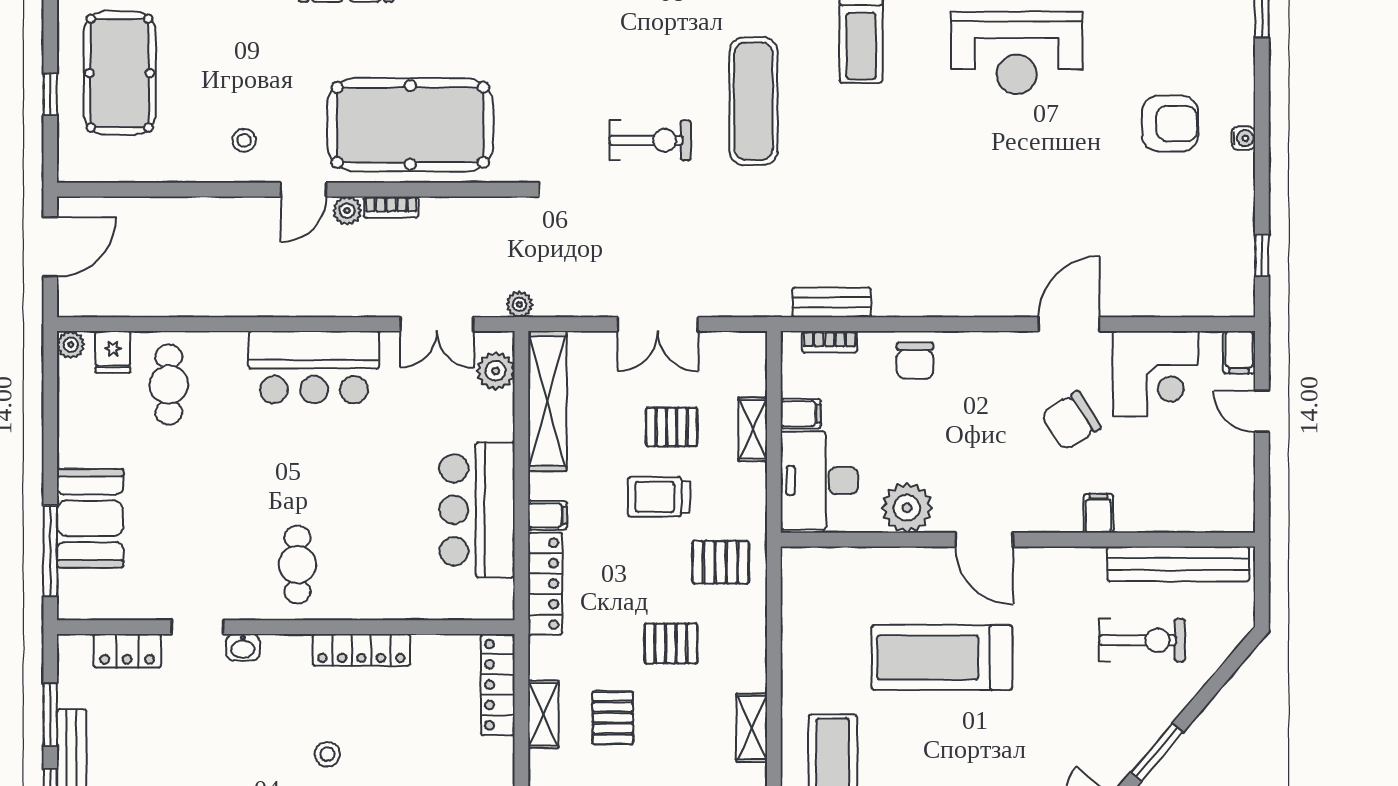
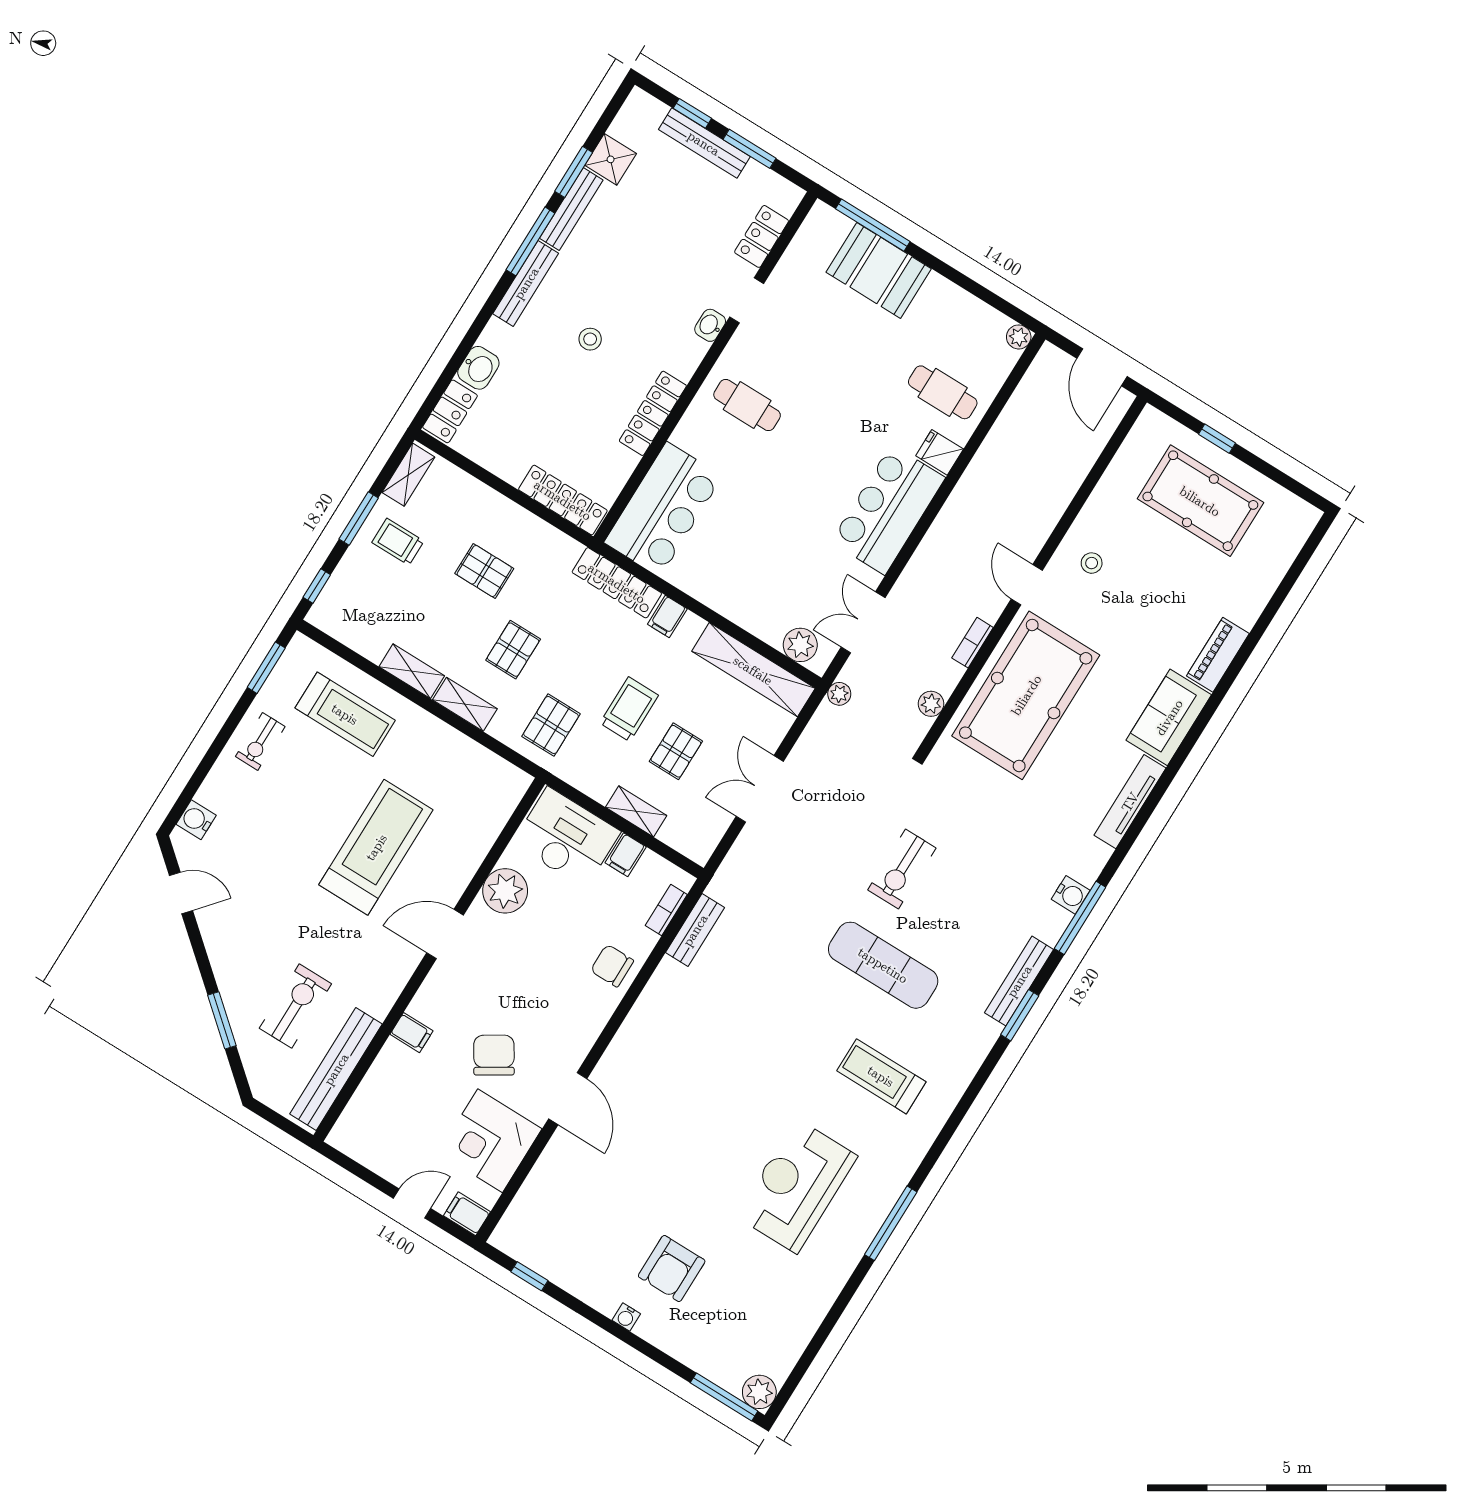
plant: (347, 211) -> (931, 704), moved
fridge: (113, 352) -> (940, 452), moved
bar counter: (477, 510) -> (663, 509), moved, turned 90
exercise bike: (1142, 640) -> (295, 1006), turned 180
shelving: (543, 714) -> (465, 704), moved
window: (1157, 752) -> (222, 1020), moved

